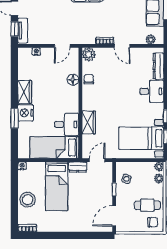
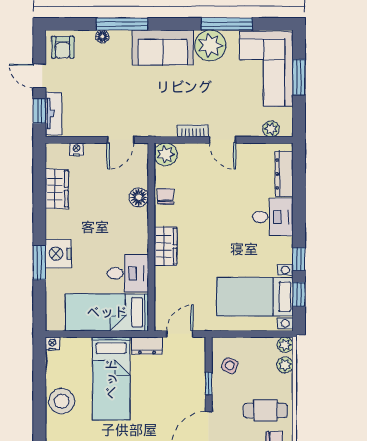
wardrobe: (25, 92) -> (57, 189), moved
wardrobe: (89, 123) -> (166, 246), moved

